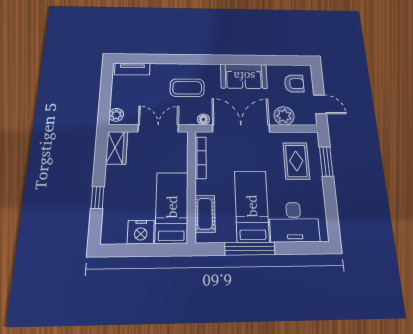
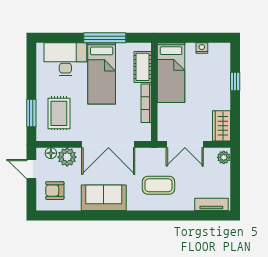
floor lamp: (203, 119) -> (51, 153), moved
bookcase: (201, 158) -> (146, 103), moved
nightstand: (141, 232) -> (202, 48), width x0.53, depth x0.56

